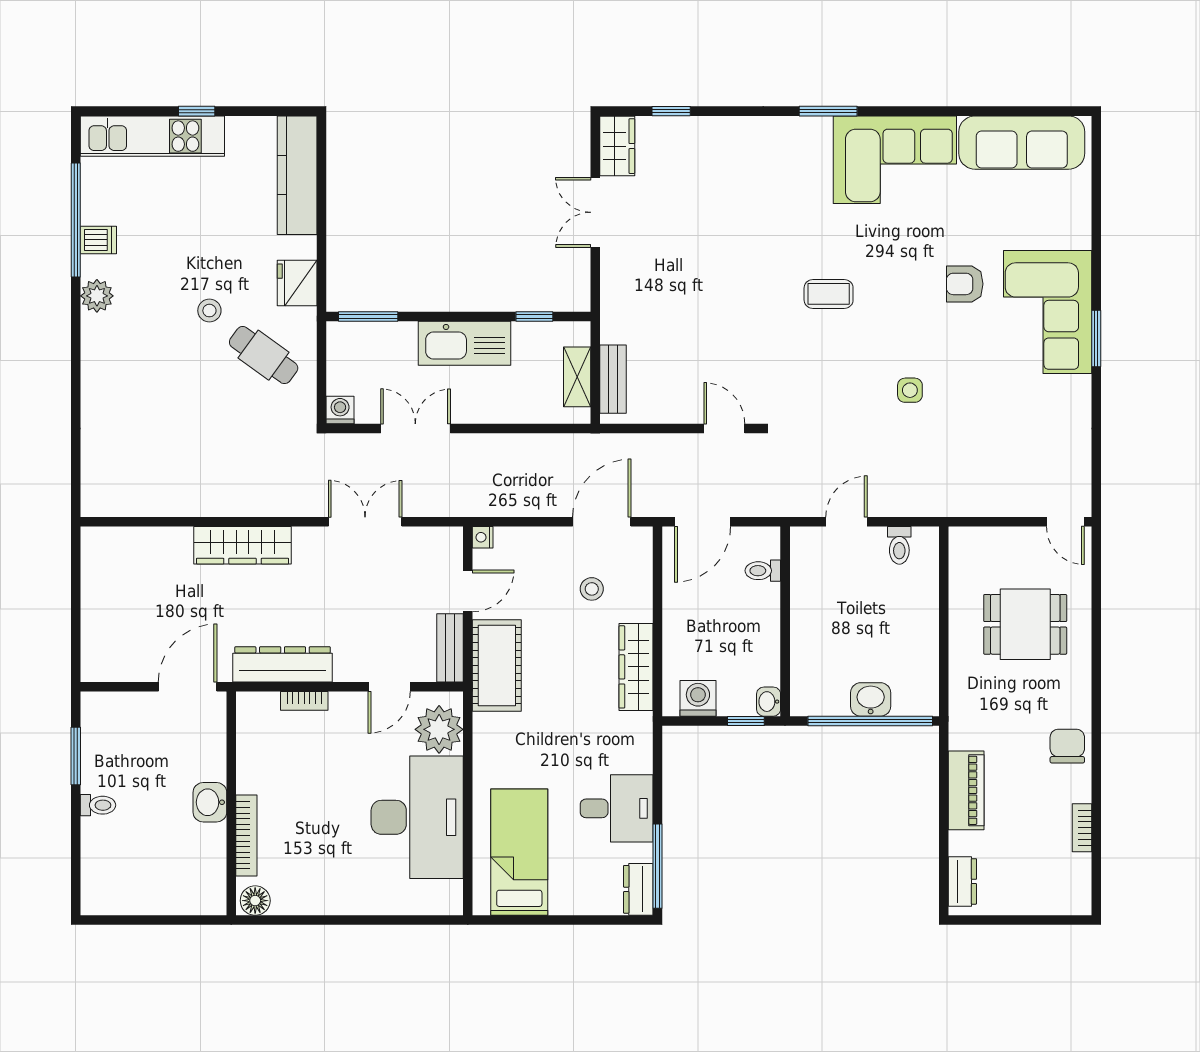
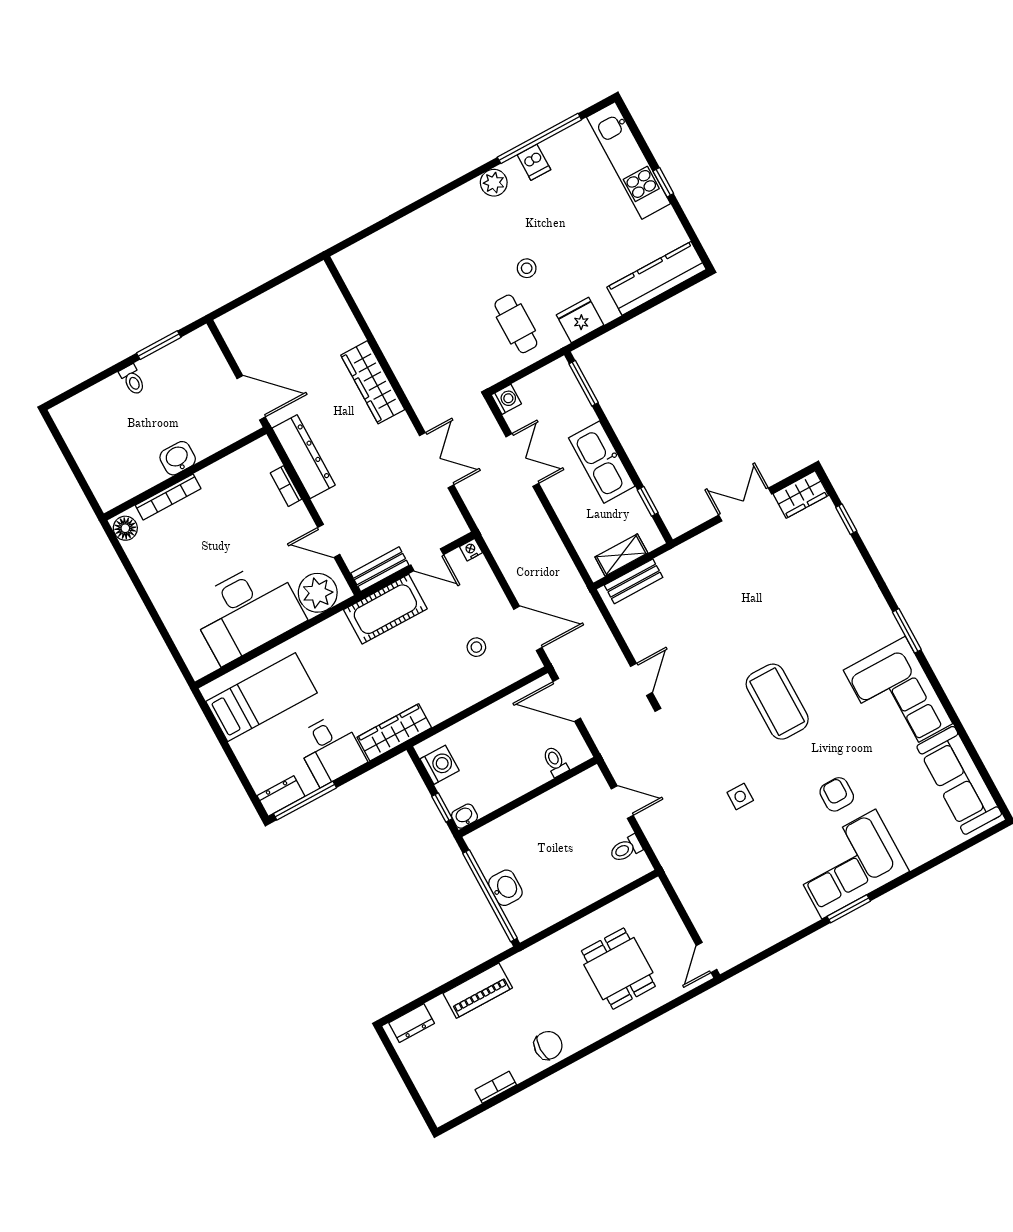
coffee table: (829, 294) -> (777, 702), width x1.86, depth x1.72
cafe table: (264, 355) -> (516, 324), turned -36
wardrobe: (636, 667) -> (394, 732), moved

